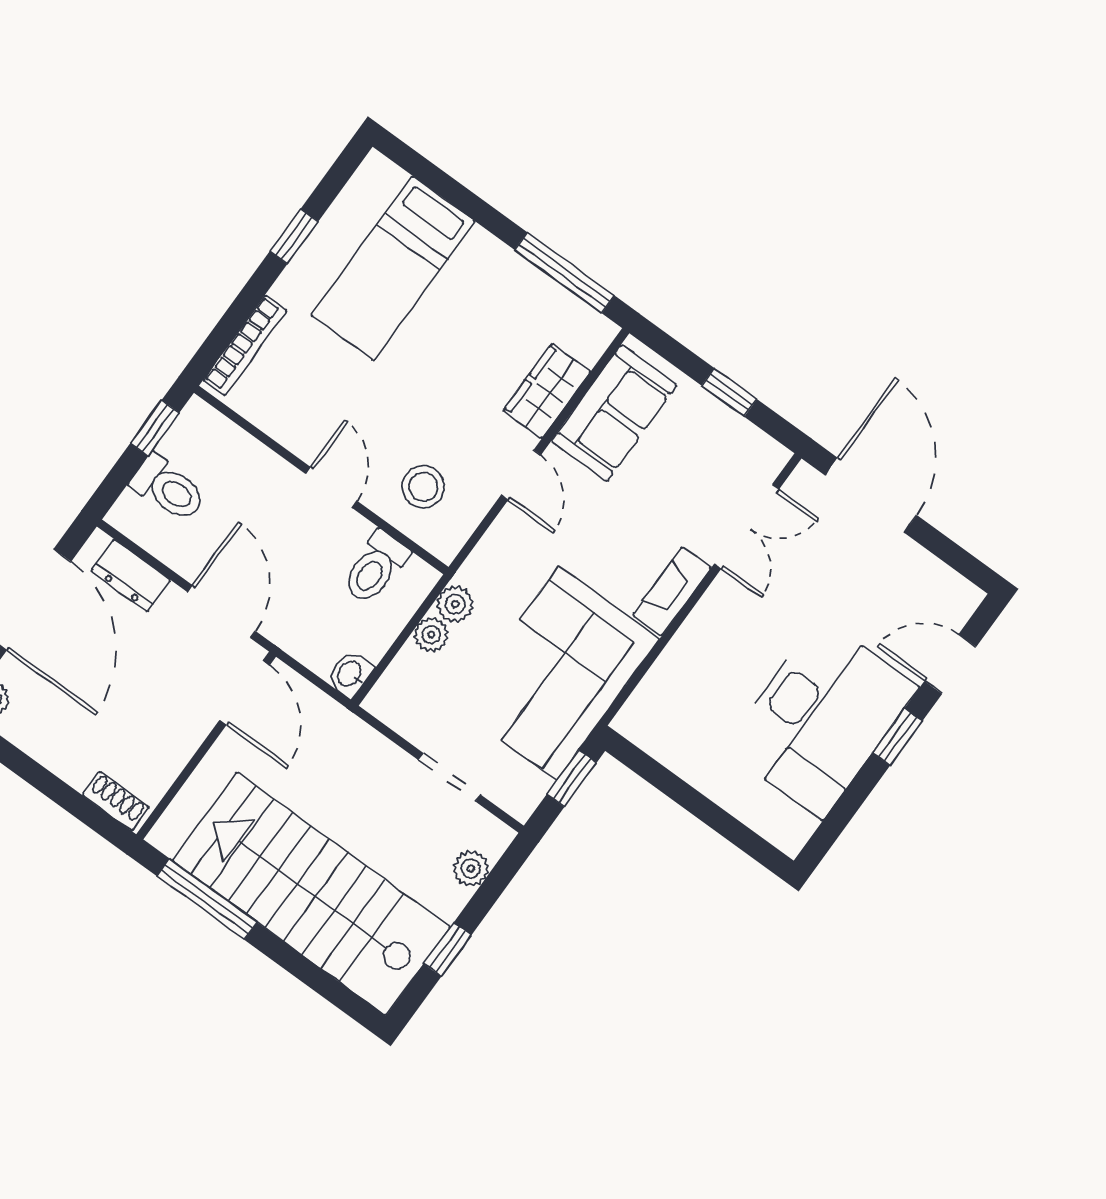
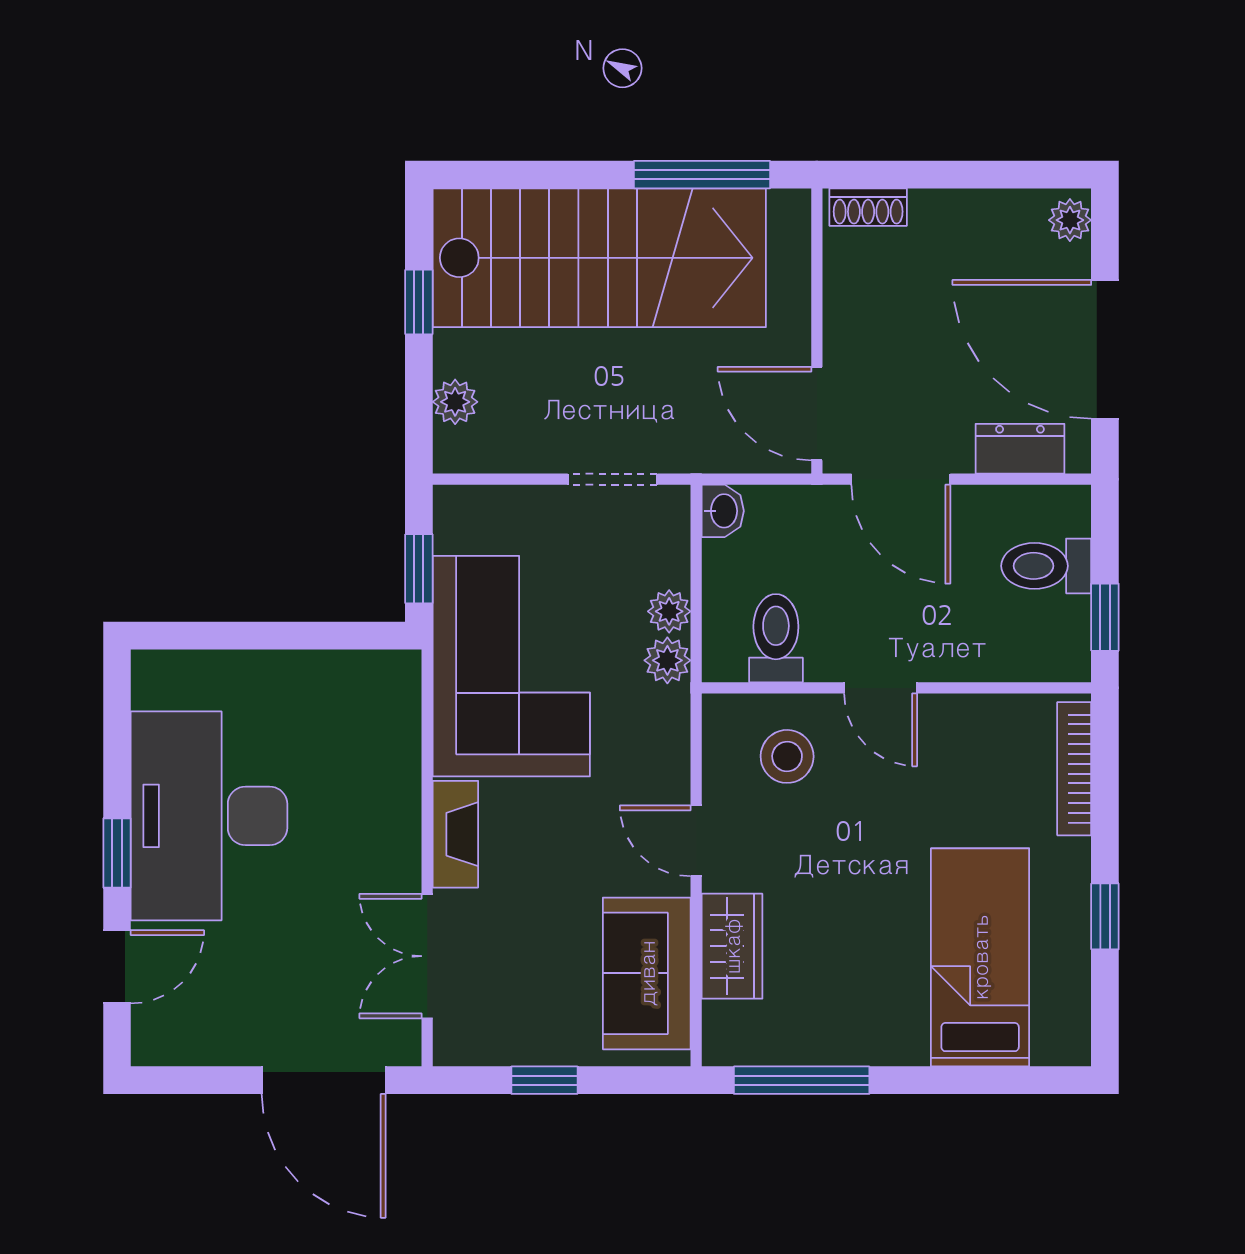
doorway: (449, 777) -> (612, 479), moved

